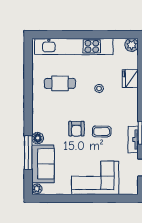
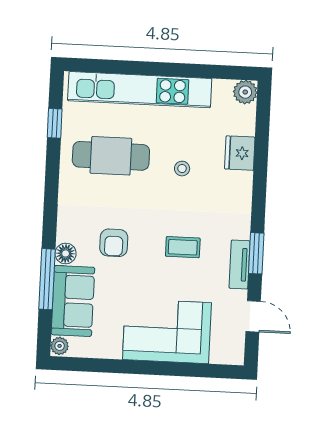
window: (28, 67) -> (55, 123), added
cafe table: (60, 83) -> (111, 156), width x1.37, depth x1.35
armchair: (76, 129) -> (114, 243), moved

